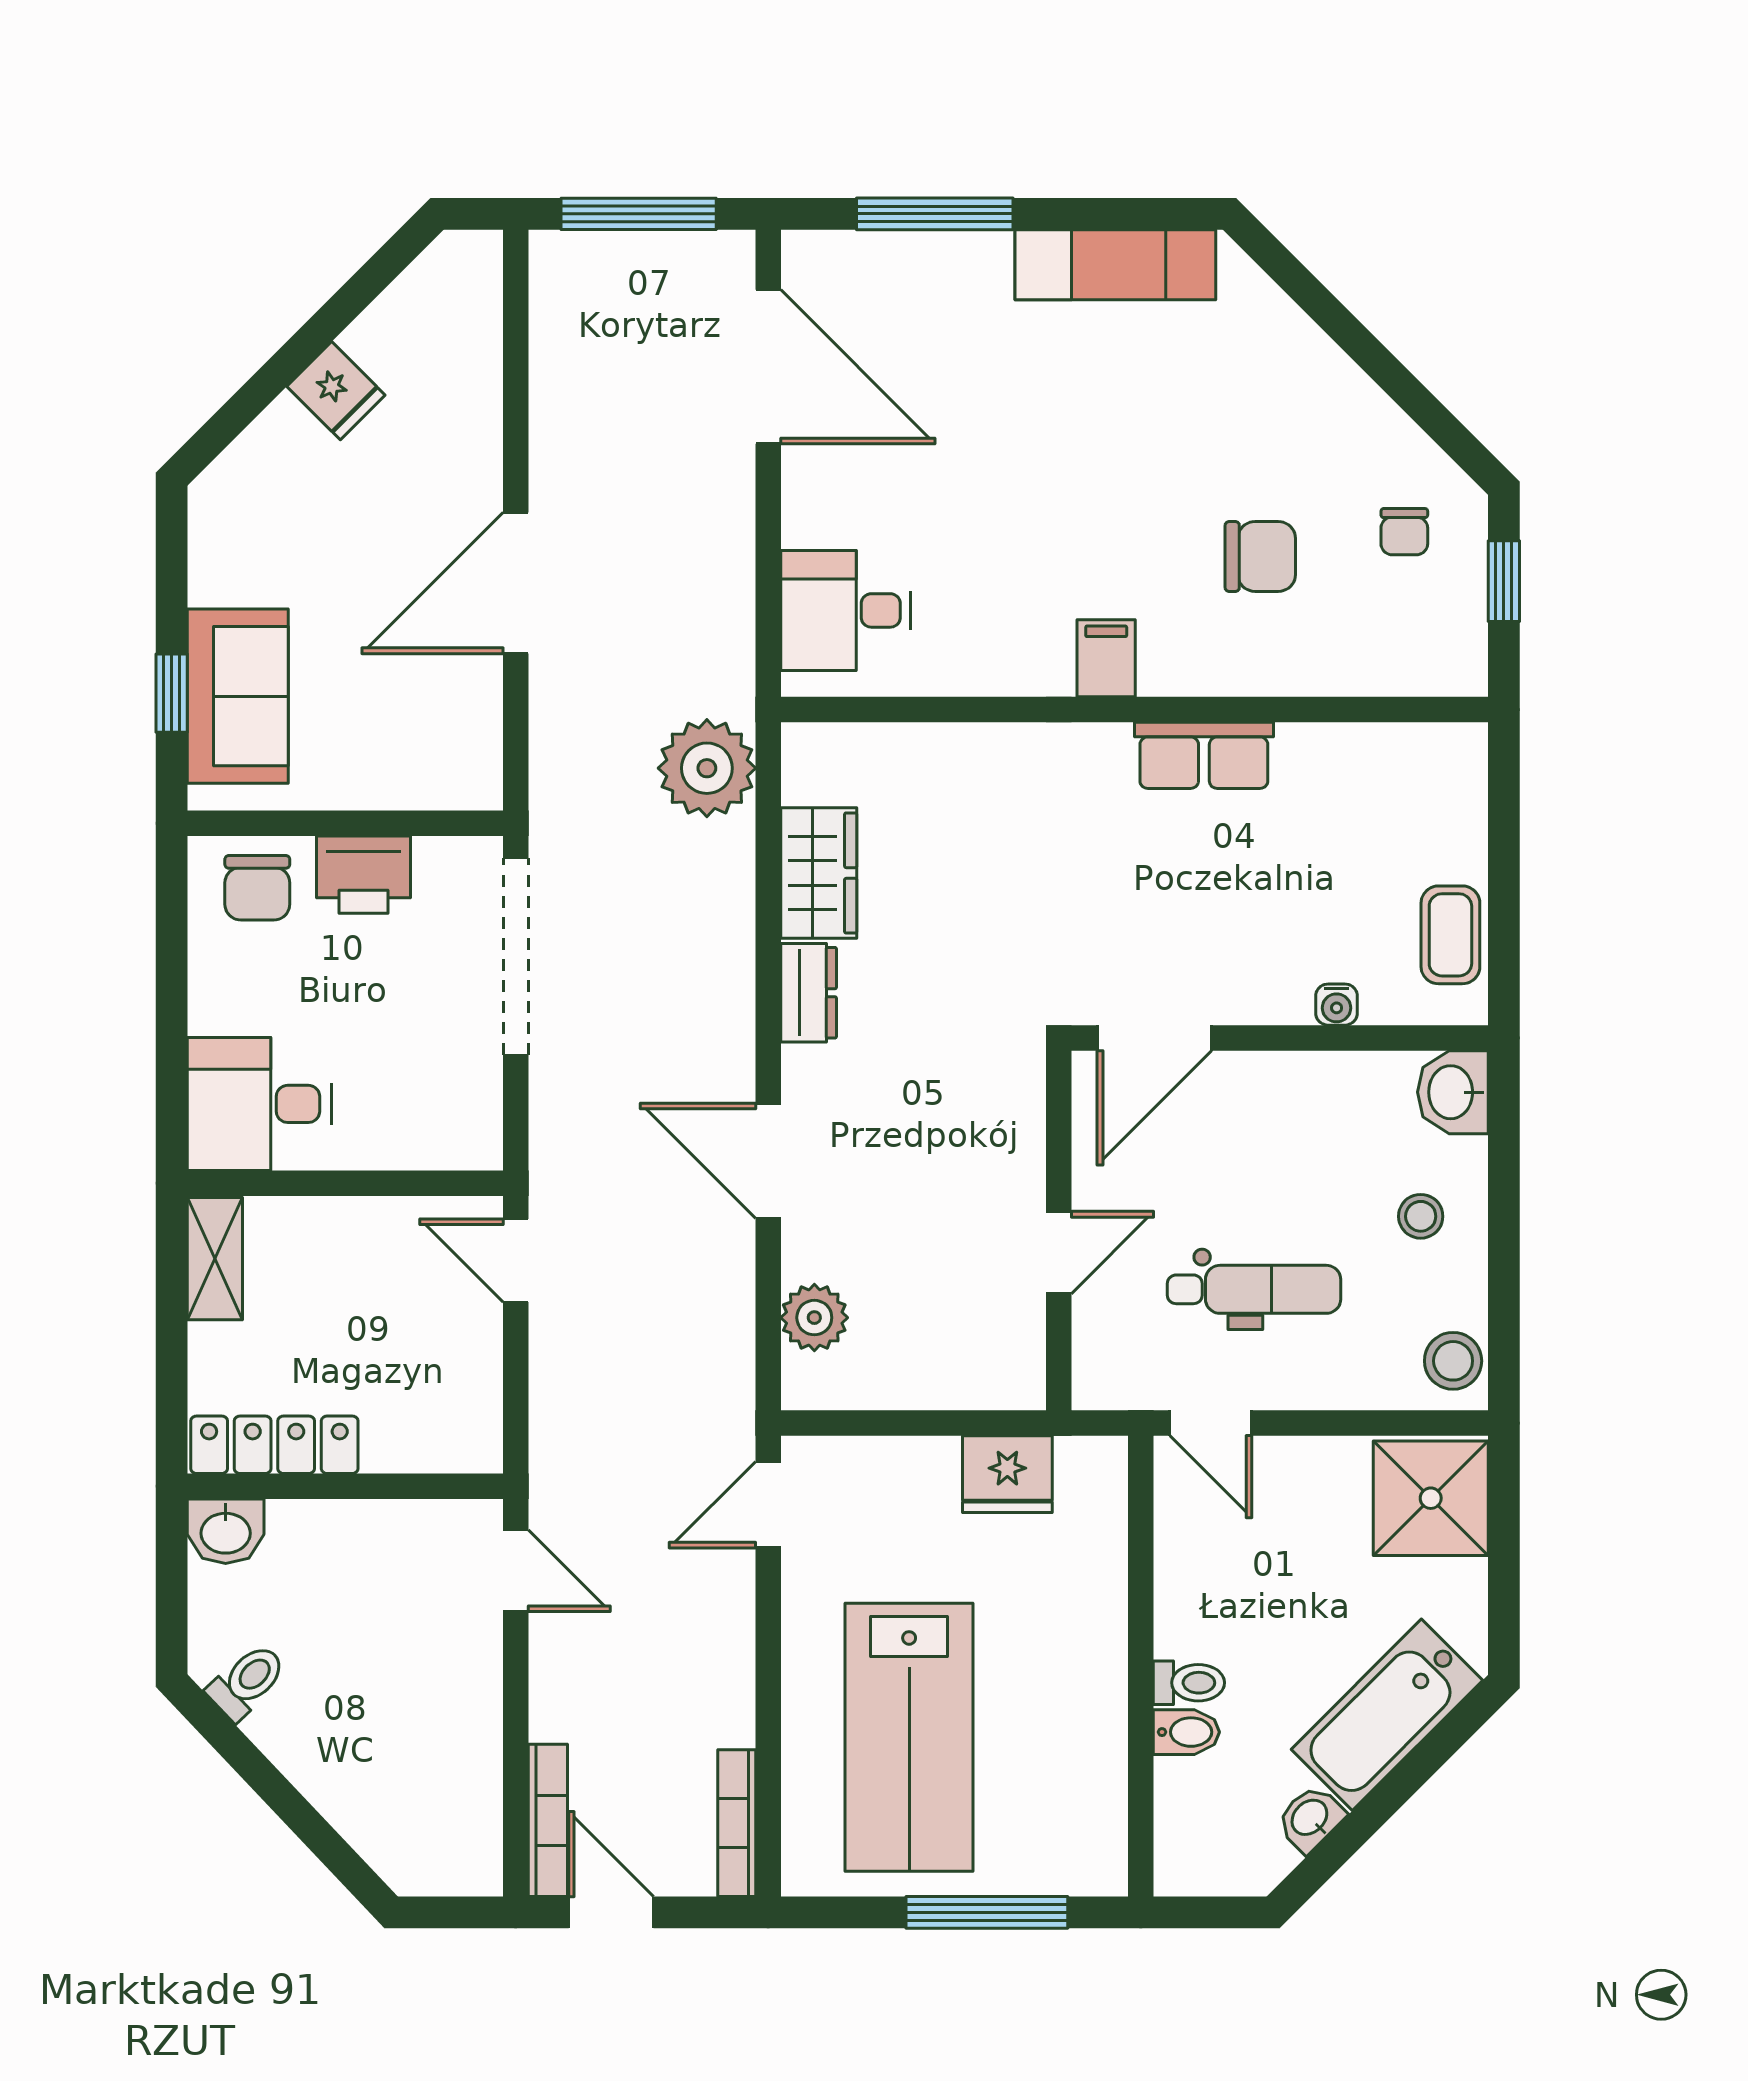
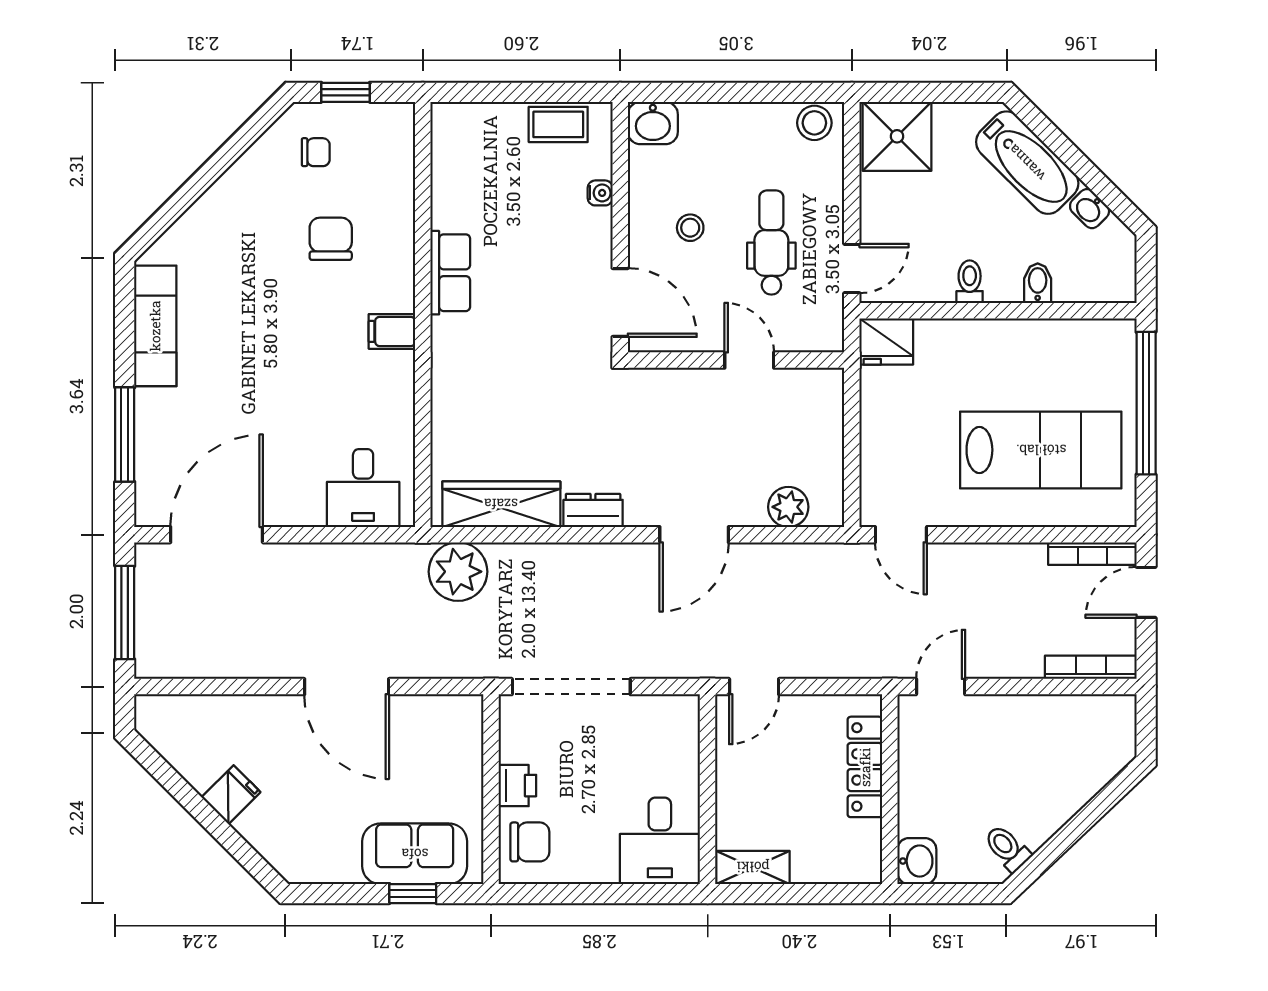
wardrobe: (819, 873) -> (501, 504), width x1.50
printer: (364, 875) -> (517, 786), width x0.73, depth x0.81
stool: (1421, 1216) -> (690, 228), moved
locker: (274, 1445) -> (865, 767), moved
fridge: (1007, 1474) -> (886, 341), moved, turned 90
toilet: (1189, 1683) -> (970, 282), moved
door: (611, 1912) -> (1146, 592), moved
window: (987, 1912) -> (1146, 403), width x1.46

